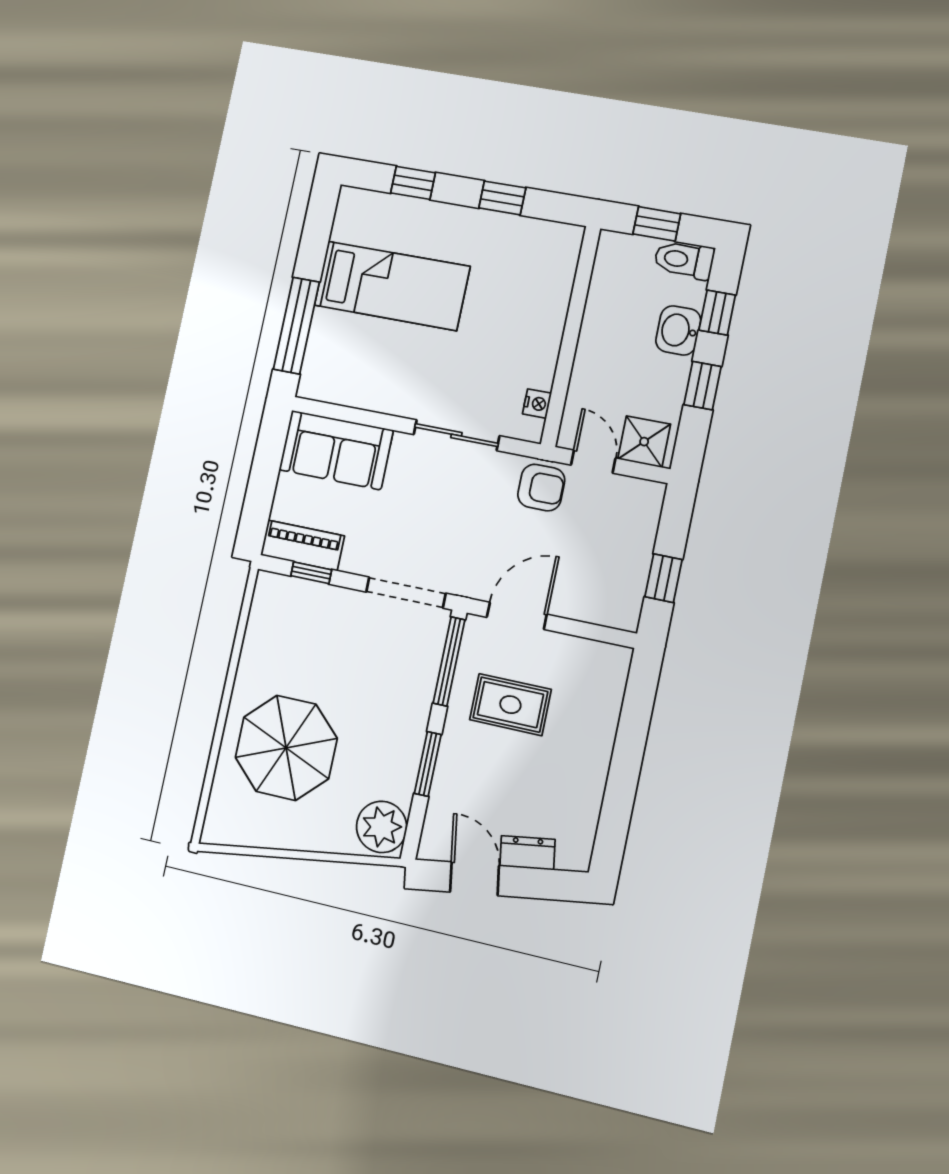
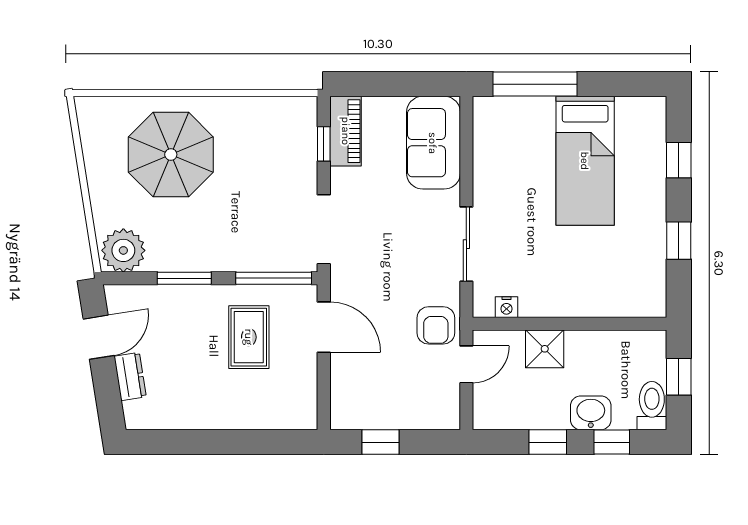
shower: (644, 442) -> (545, 349), moved

